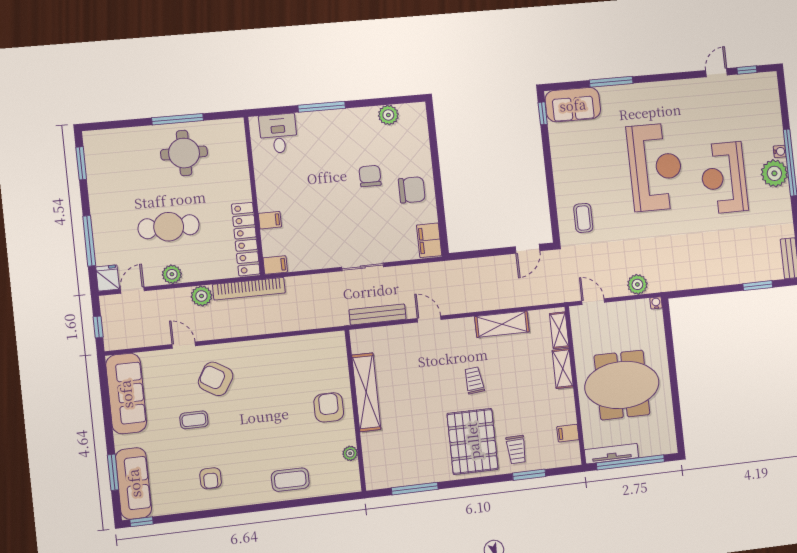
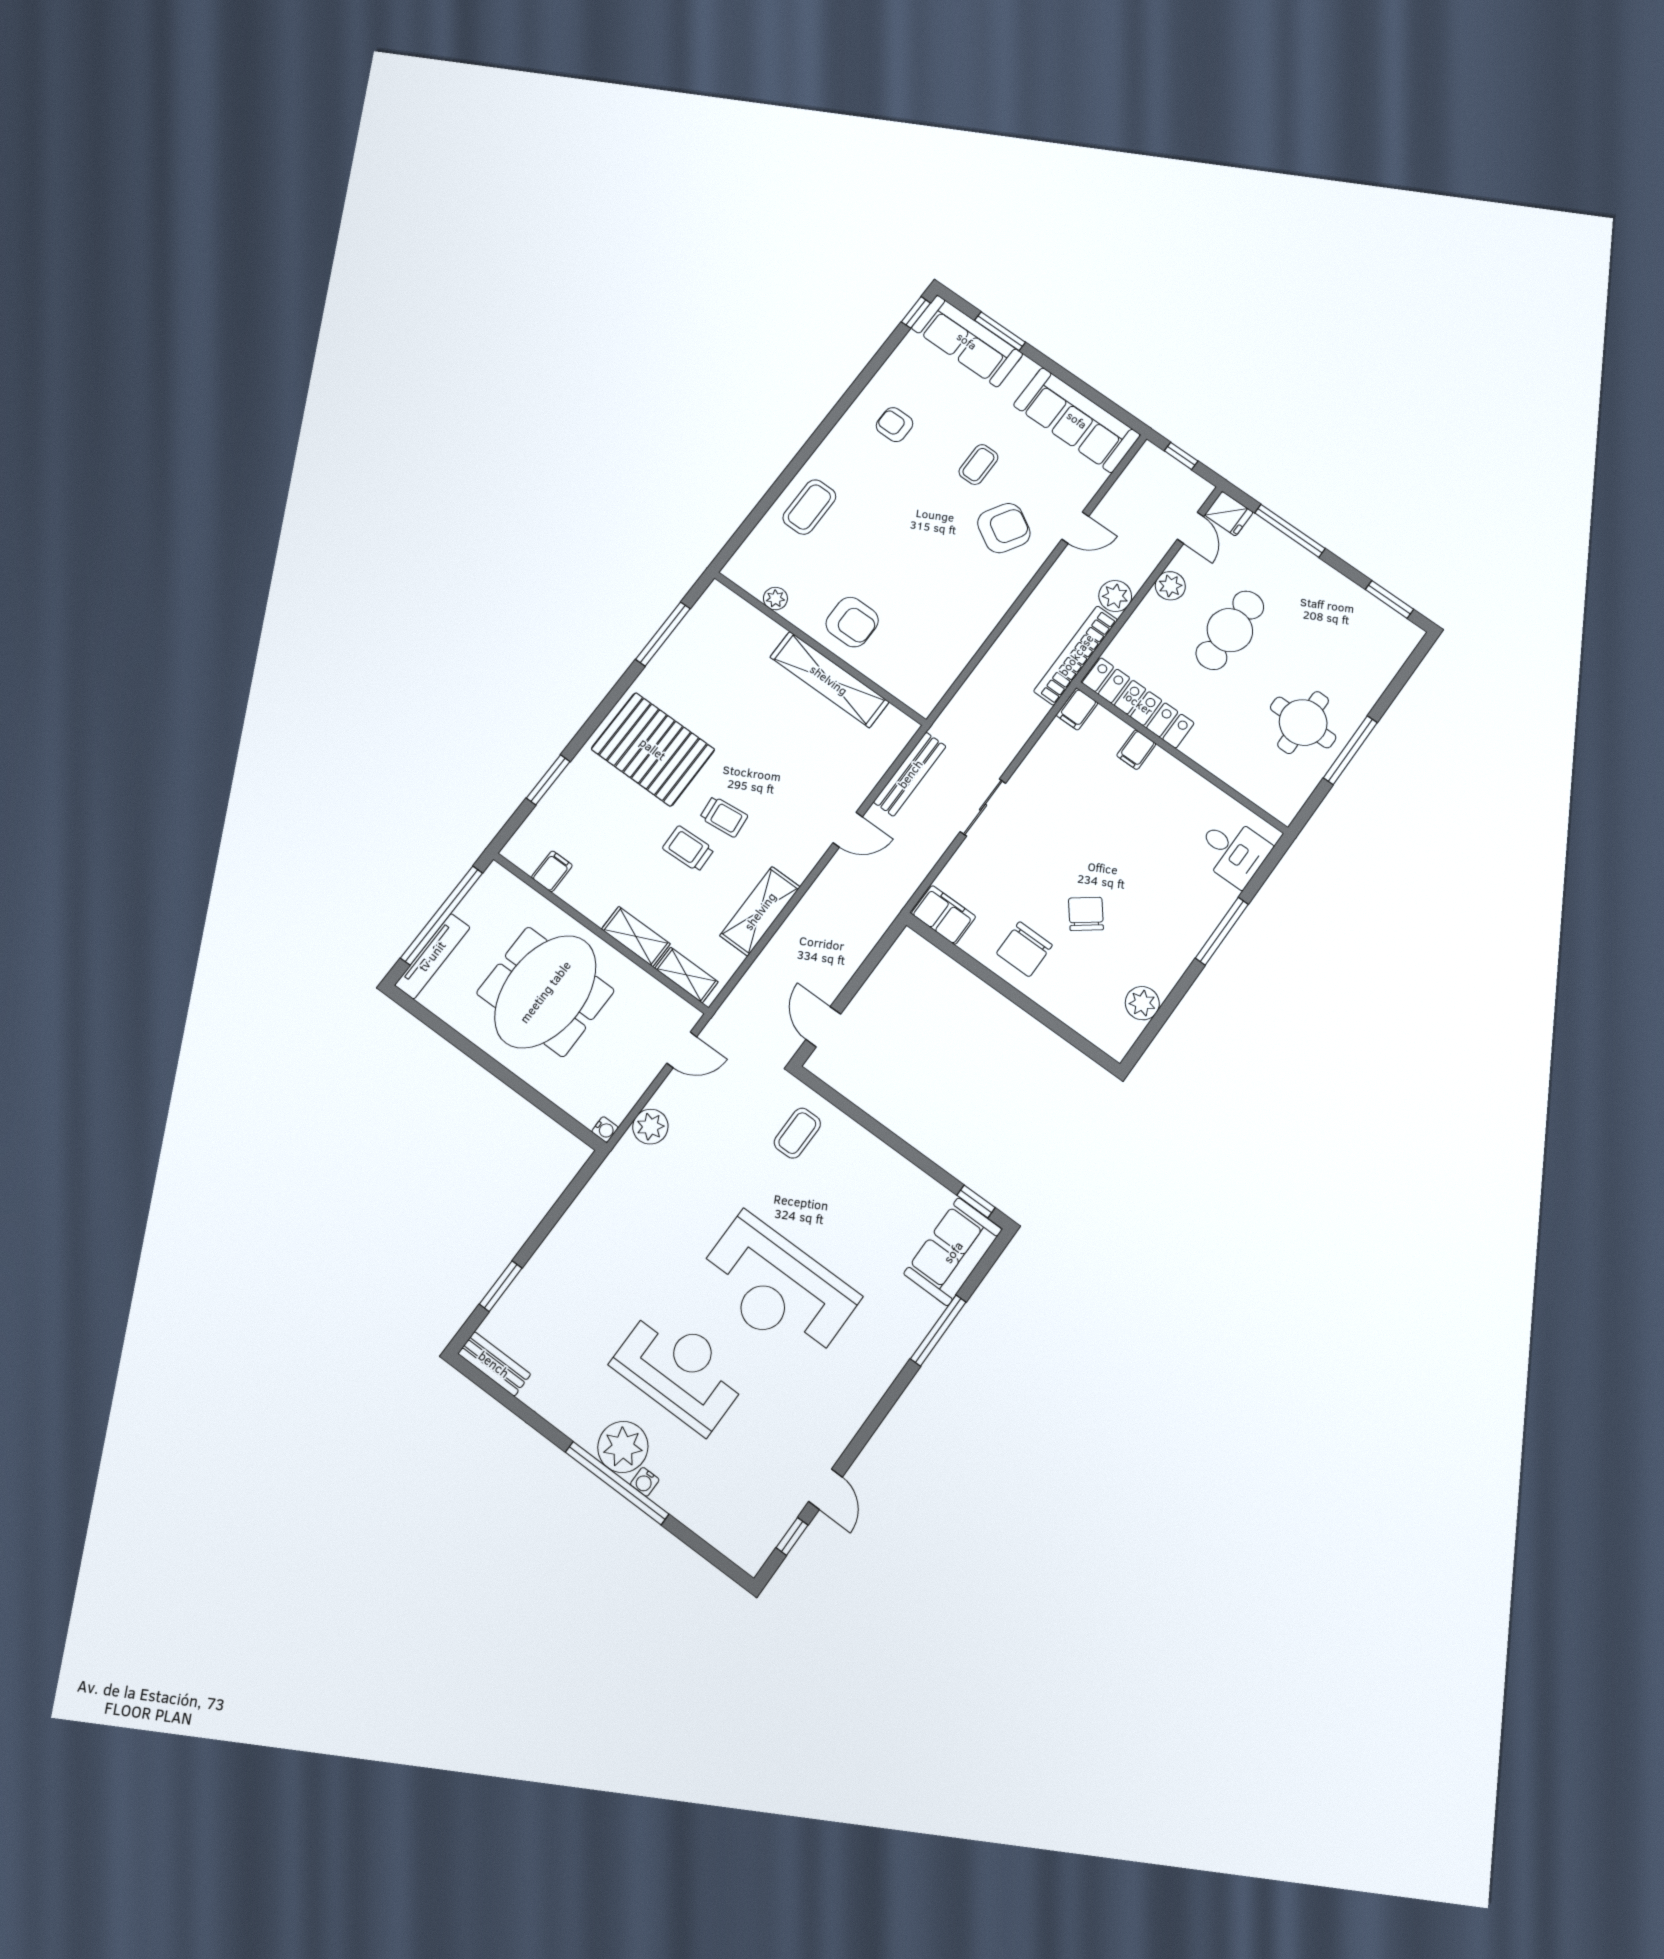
chair: (370, 176) -> (1086, 914), turned -128
coffee table: (583, 218) -> (797, 1133), turned 90
trolley: (516, 450) -> (688, 849), moved
tv unit: (612, 454) -> (432, 956), moved

